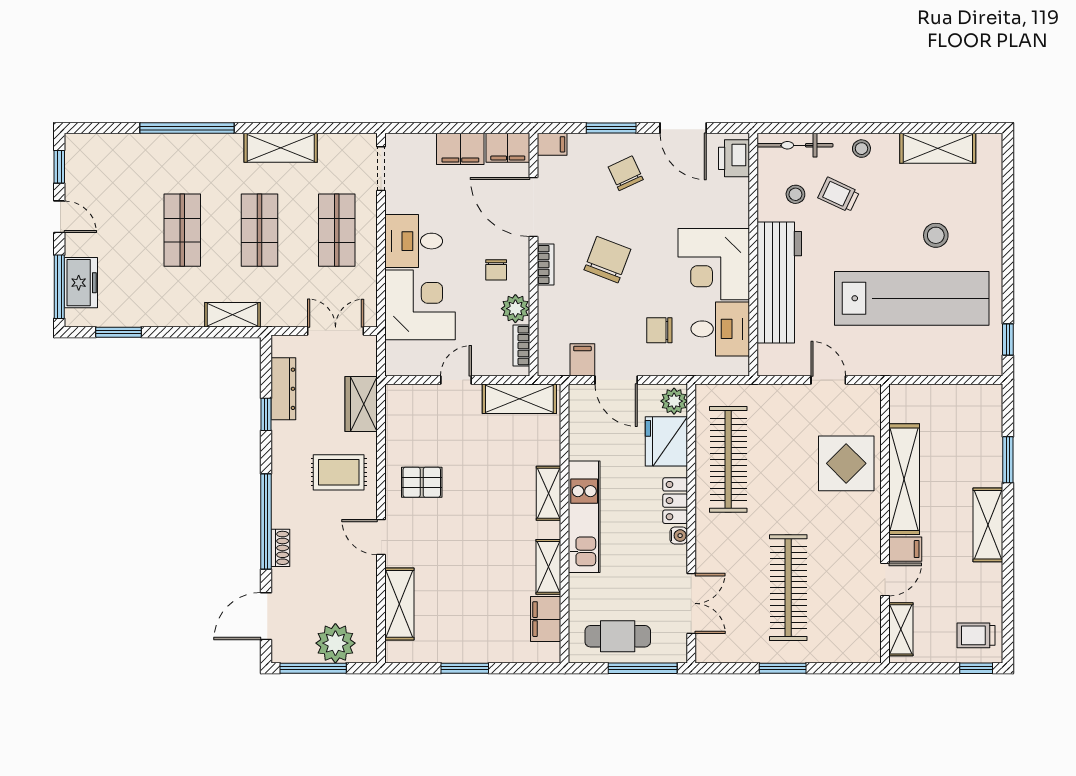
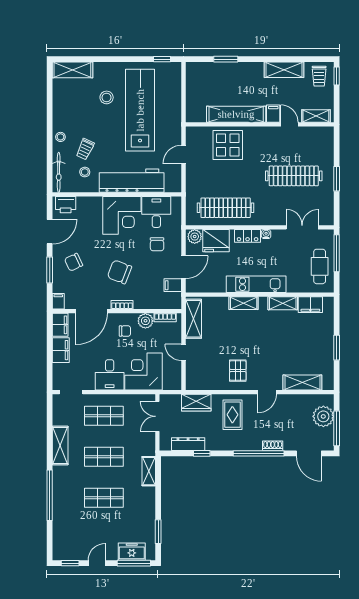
shelving: (938, 148) -> (72, 70), moved, turned 90
shelving: (988, 525) -> (284, 70), moved

